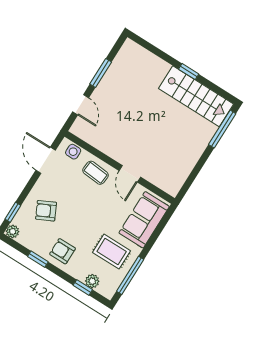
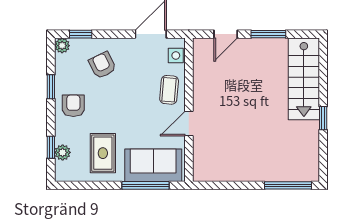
stairs: (196, 96) -> (304, 79), moved
window: (130, 275) -> (145, 185), moved

